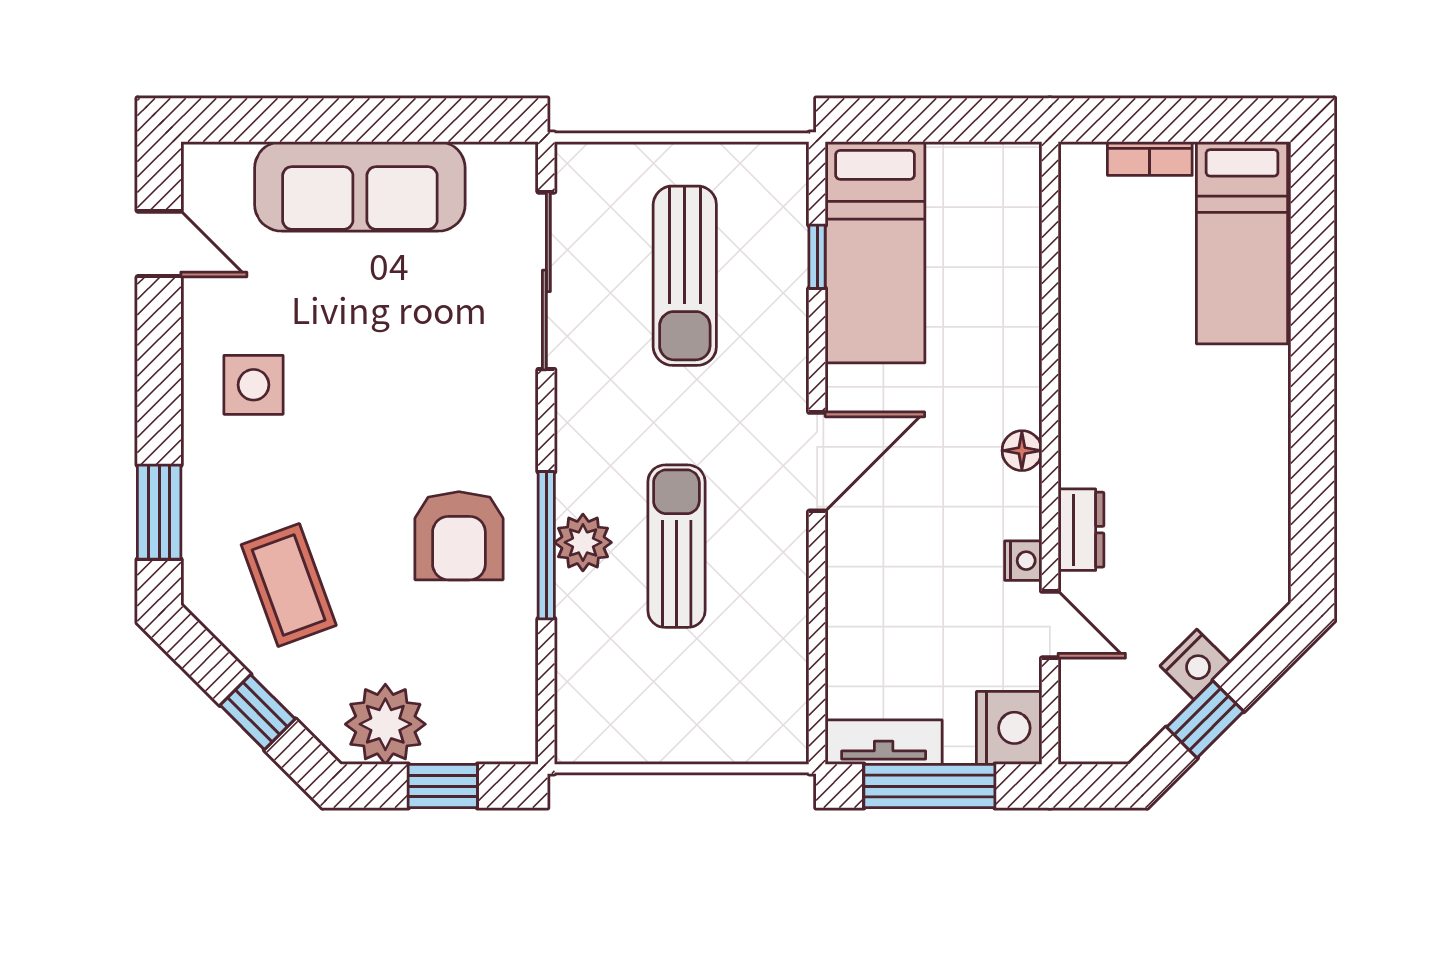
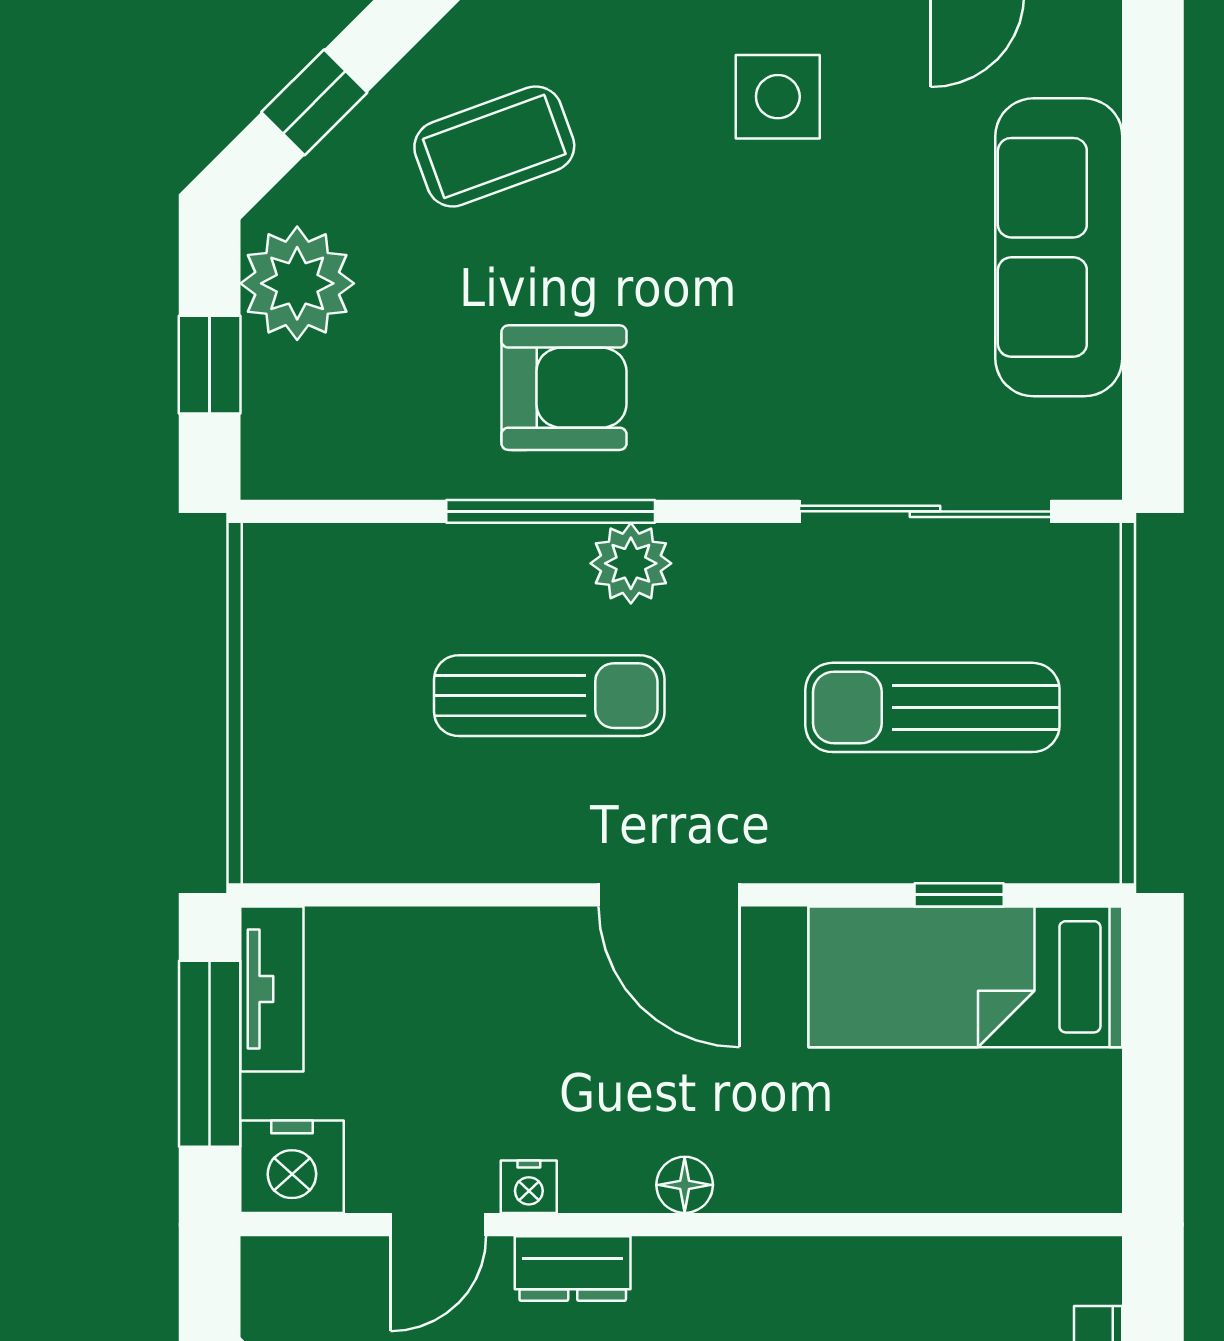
armchair: (459, 536) -> (564, 388), turned 180
plant: (583, 542) -> (631, 563), moved

